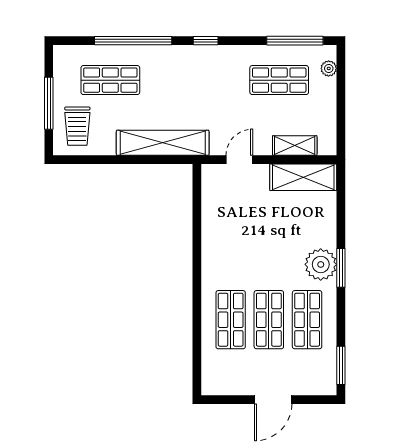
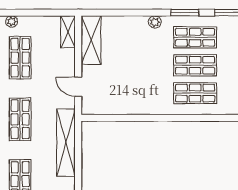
shop shelf: (195, 80) -> (20, 119), added
shelving: (295, 146) -> (68, 32), moved
plant: (321, 264) -> (155, 22), width x0.53, depth x0.53
window: (341, 268) -> (185, 13), moved

